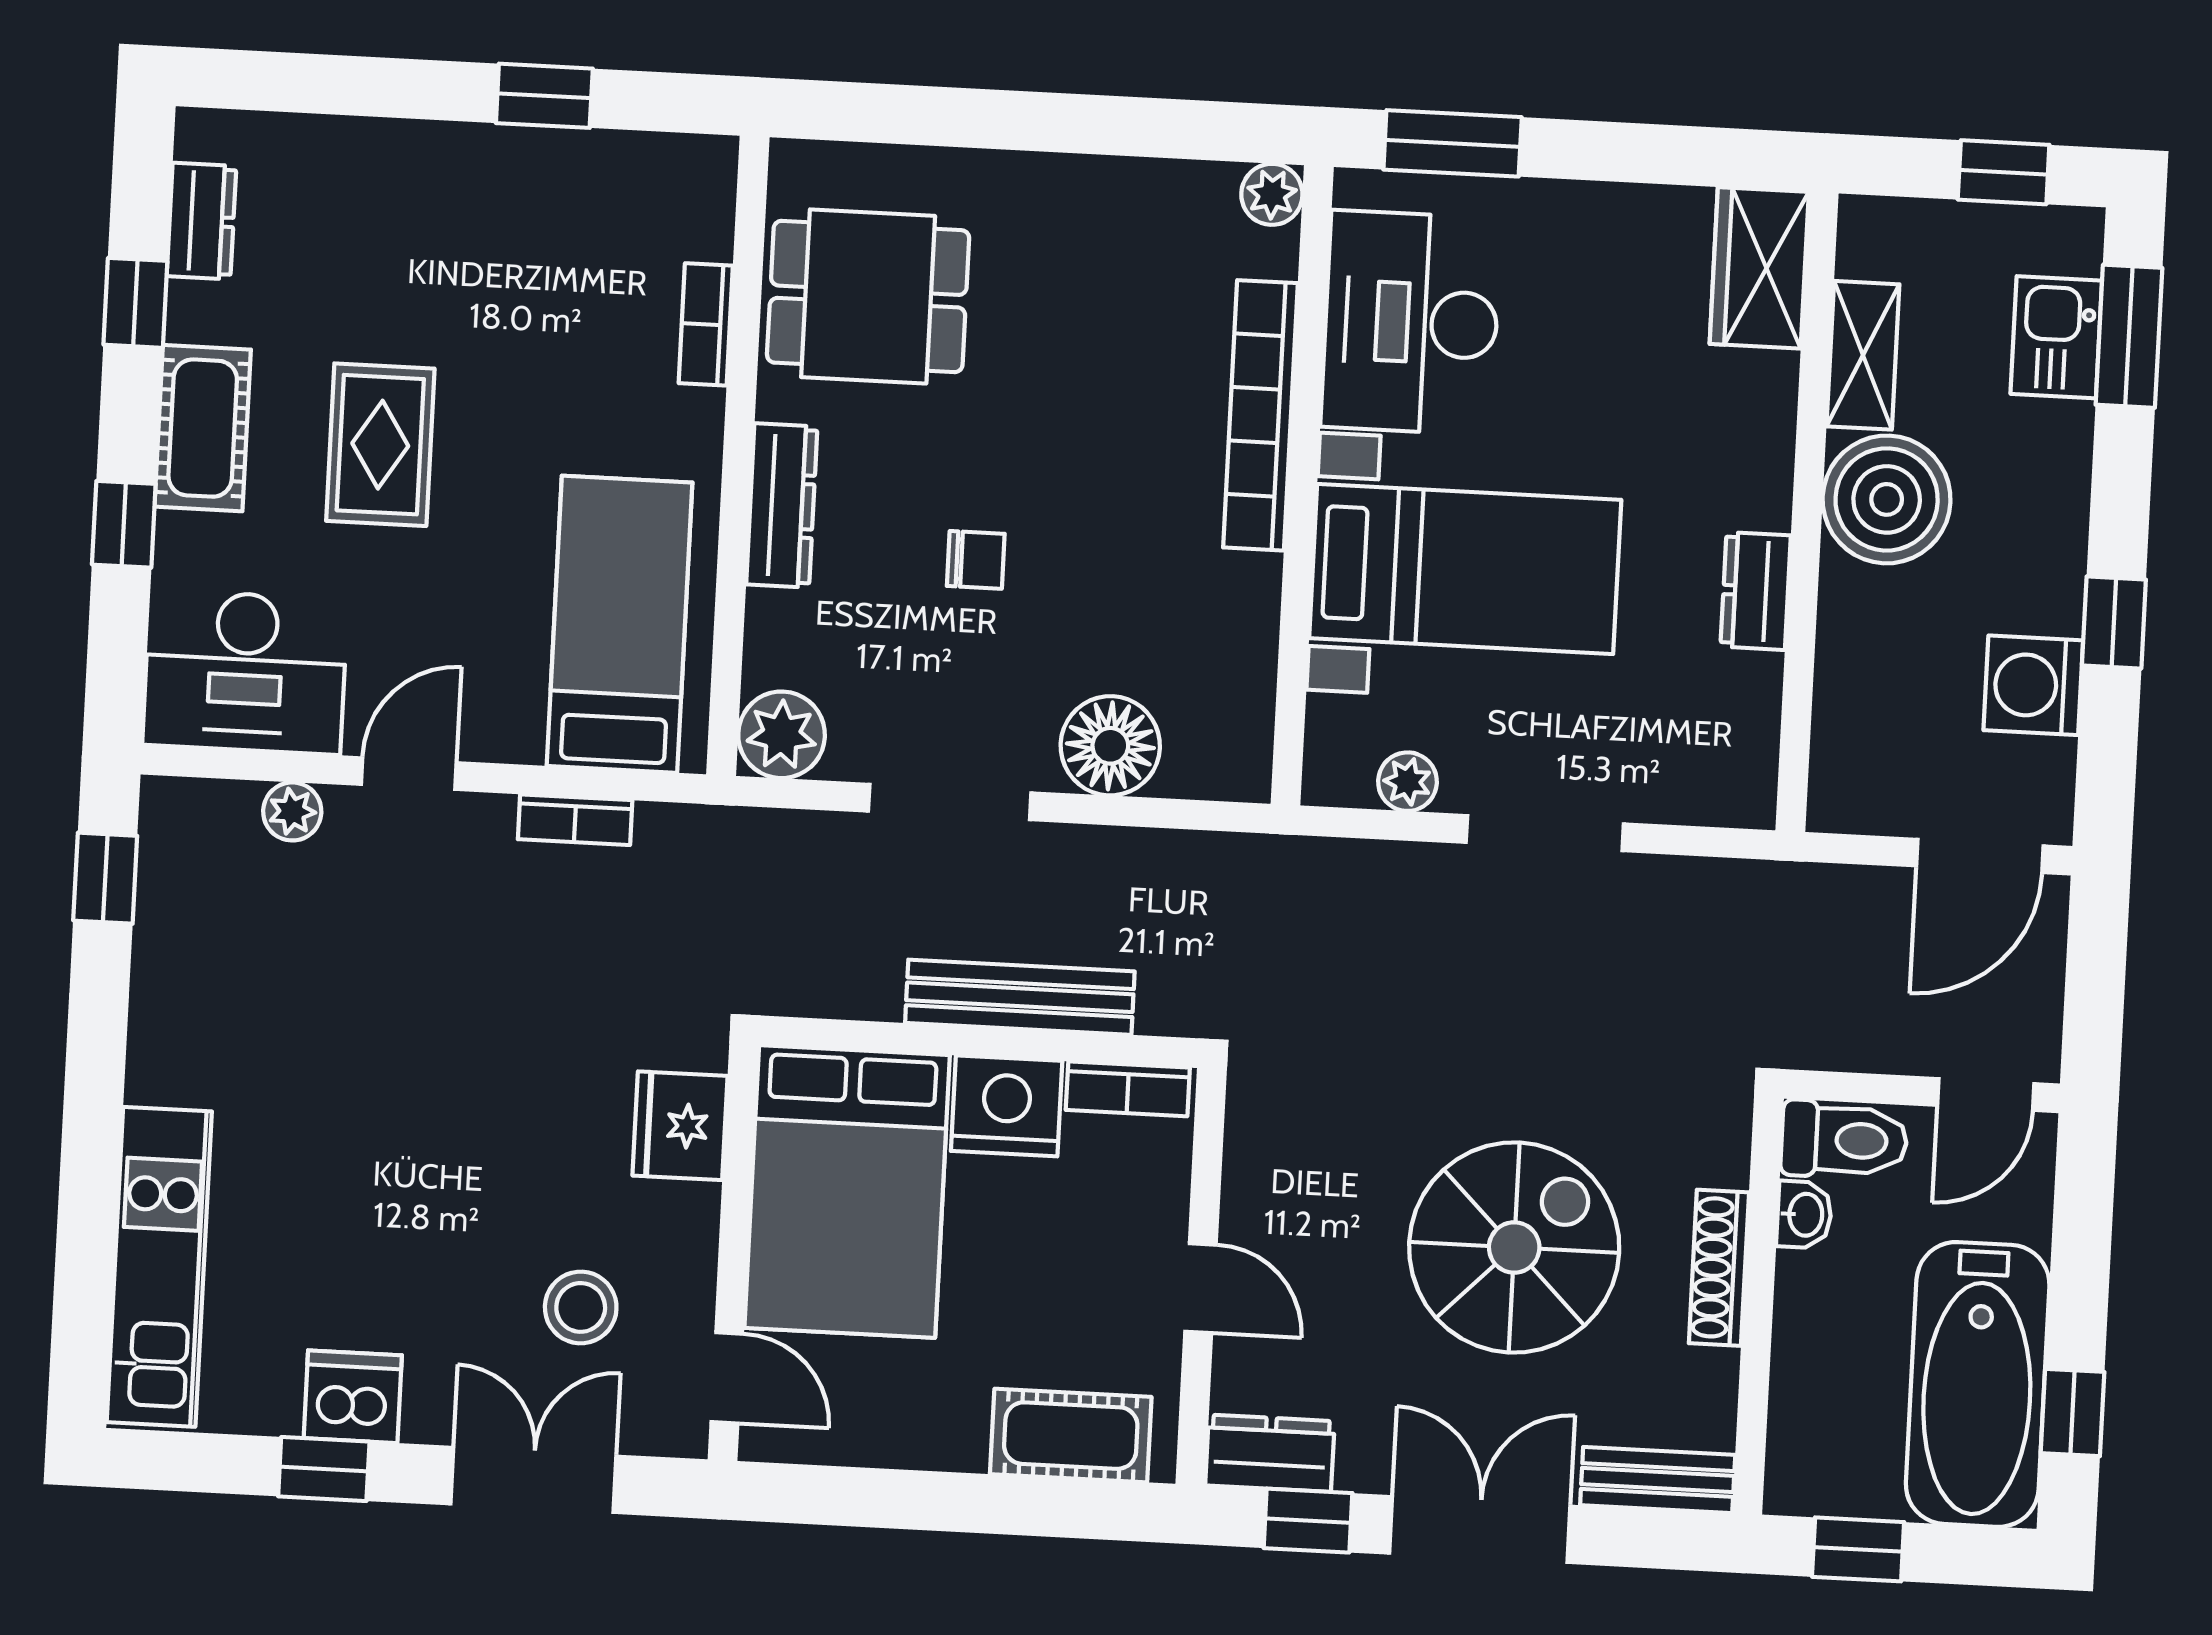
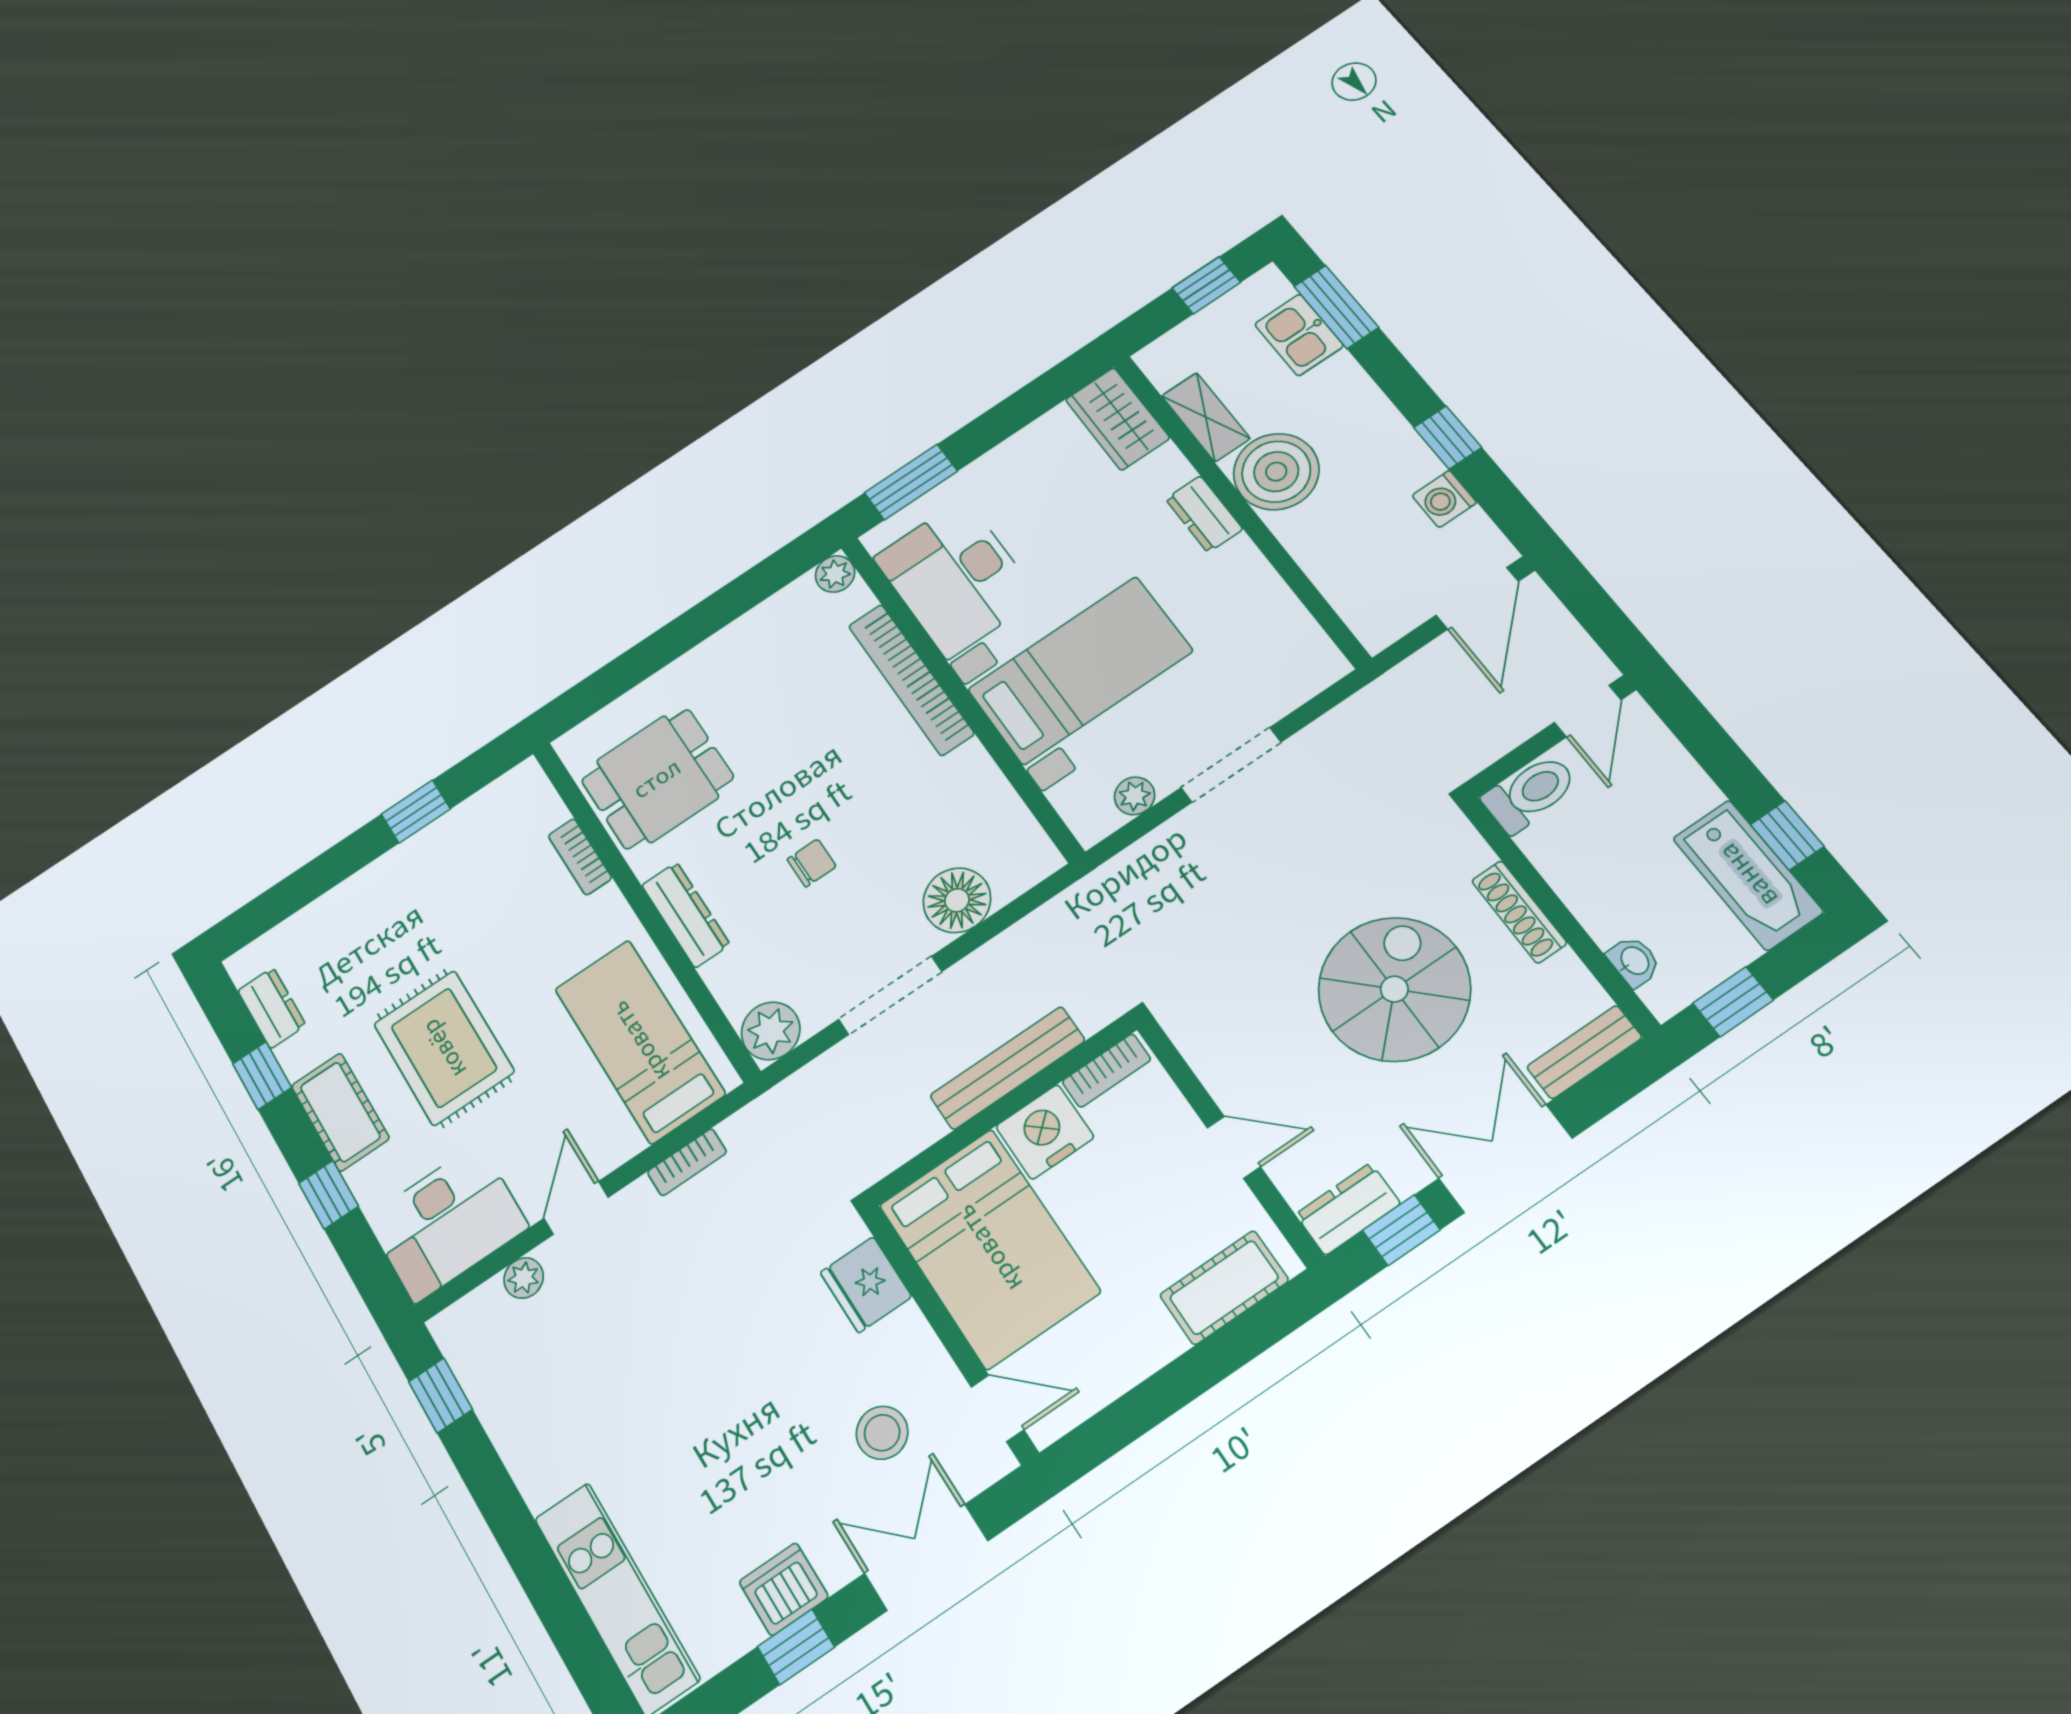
rug: (380, 445) -> (444, 1048), width x1.36, depth x1.43
dresser: (1756, 591) -> (1204, 514), moved
washing machine: (2033, 685) -> (1444, 499), width x0.73, depth x0.73
washbasin: (1804, 1215) -> (1634, 961), moved
bathtub: (1978, 1384) -> (1748, 875), width x0.73, depth x0.73

